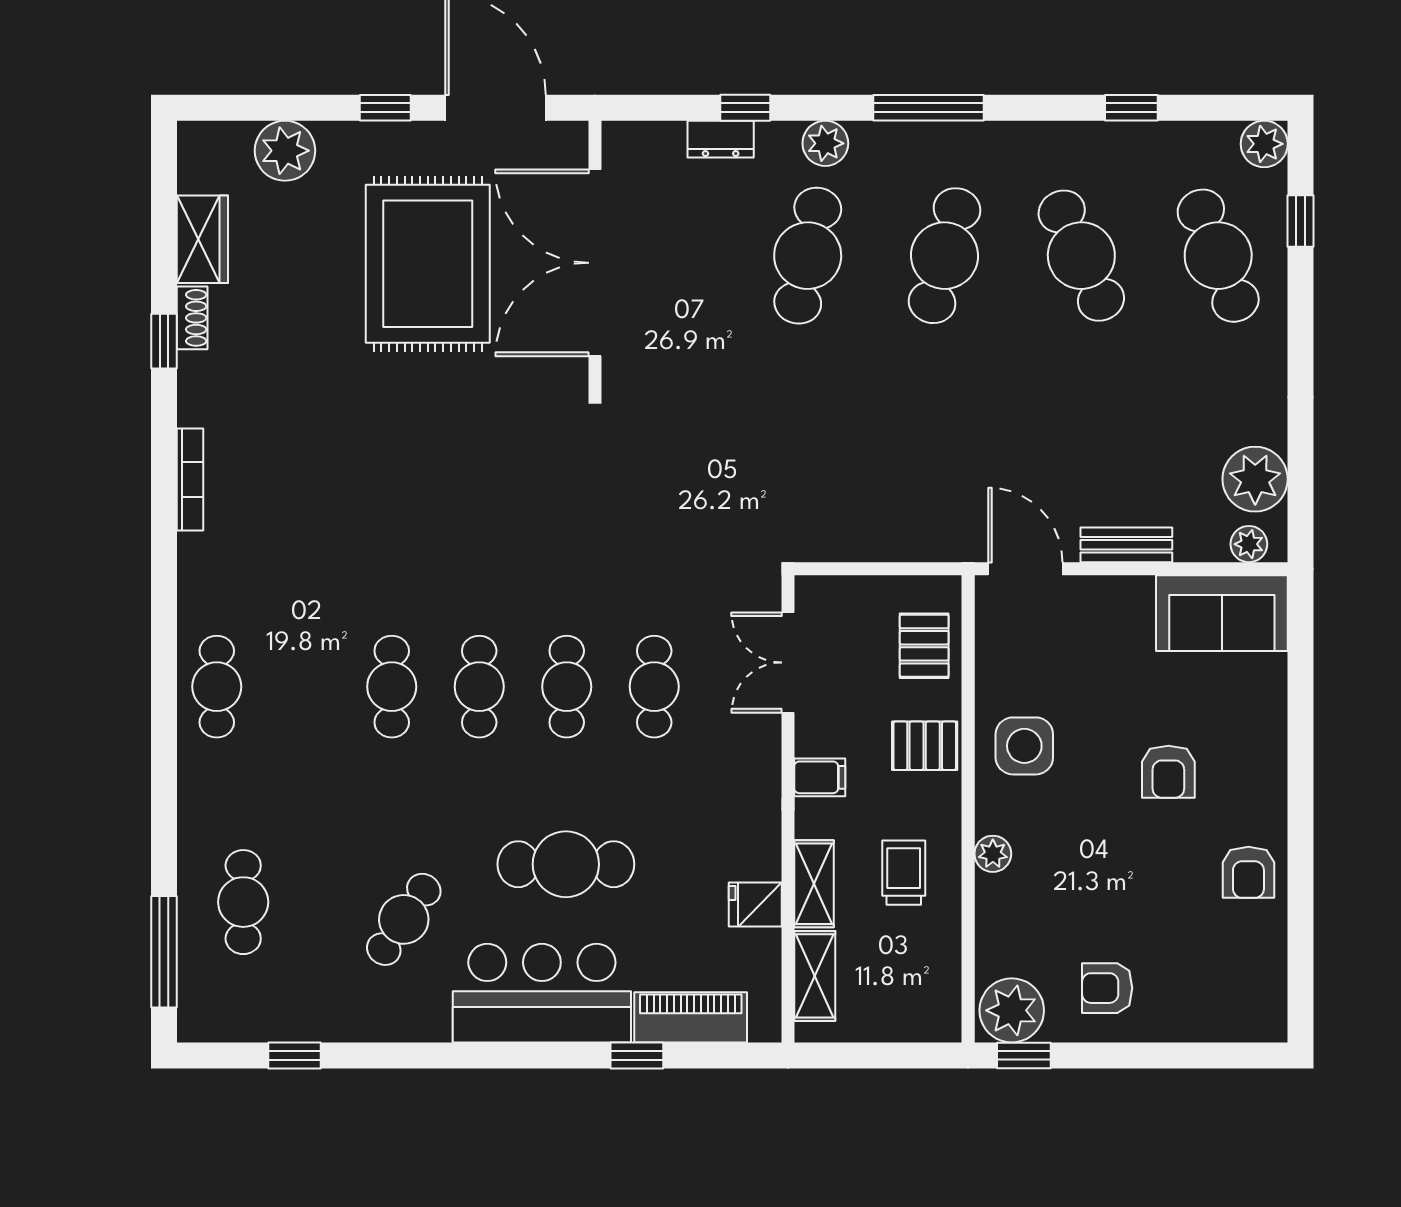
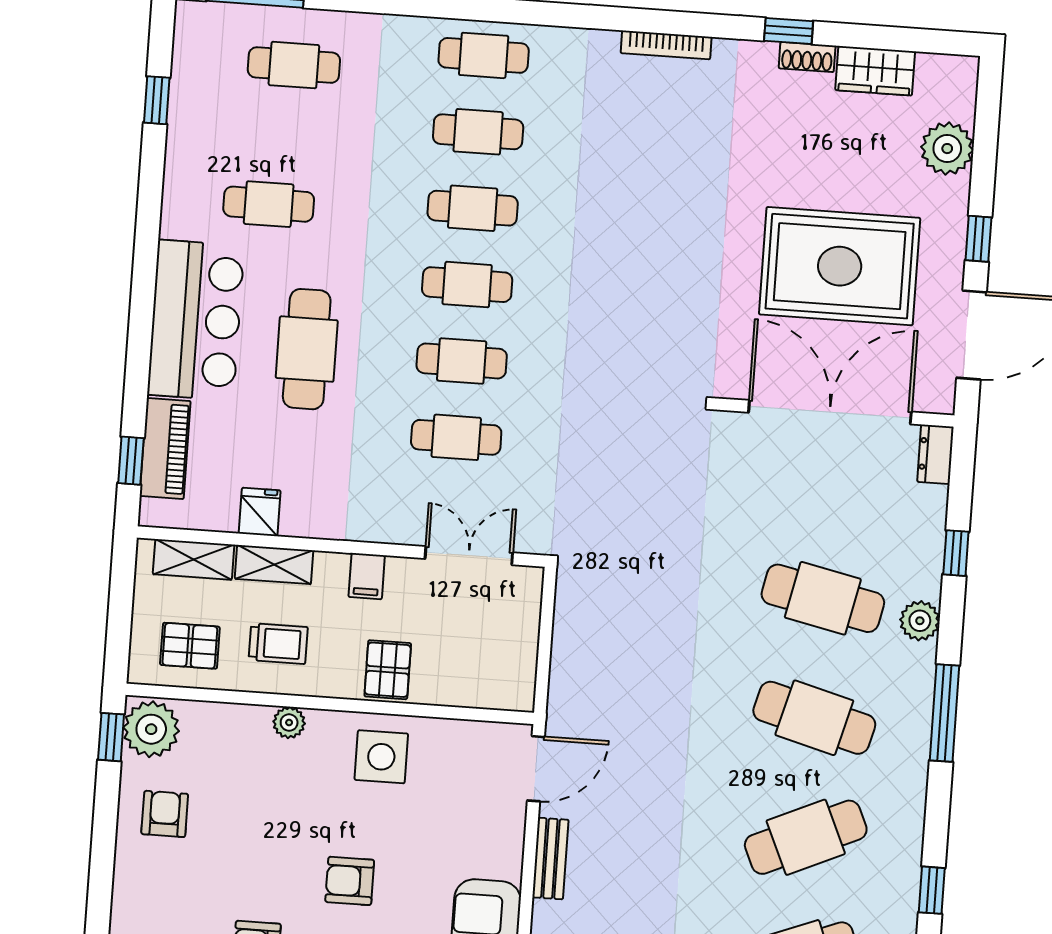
dresser: (721, 139) -> (935, 454), moved
pallet: (924, 646) -> (190, 646), moved
cafe table: (304, 687) -> (478, 132), added
cafe table: (404, 919) -> (269, 204), turned -34
window: (637, 1055) -> (131, 461), moved

